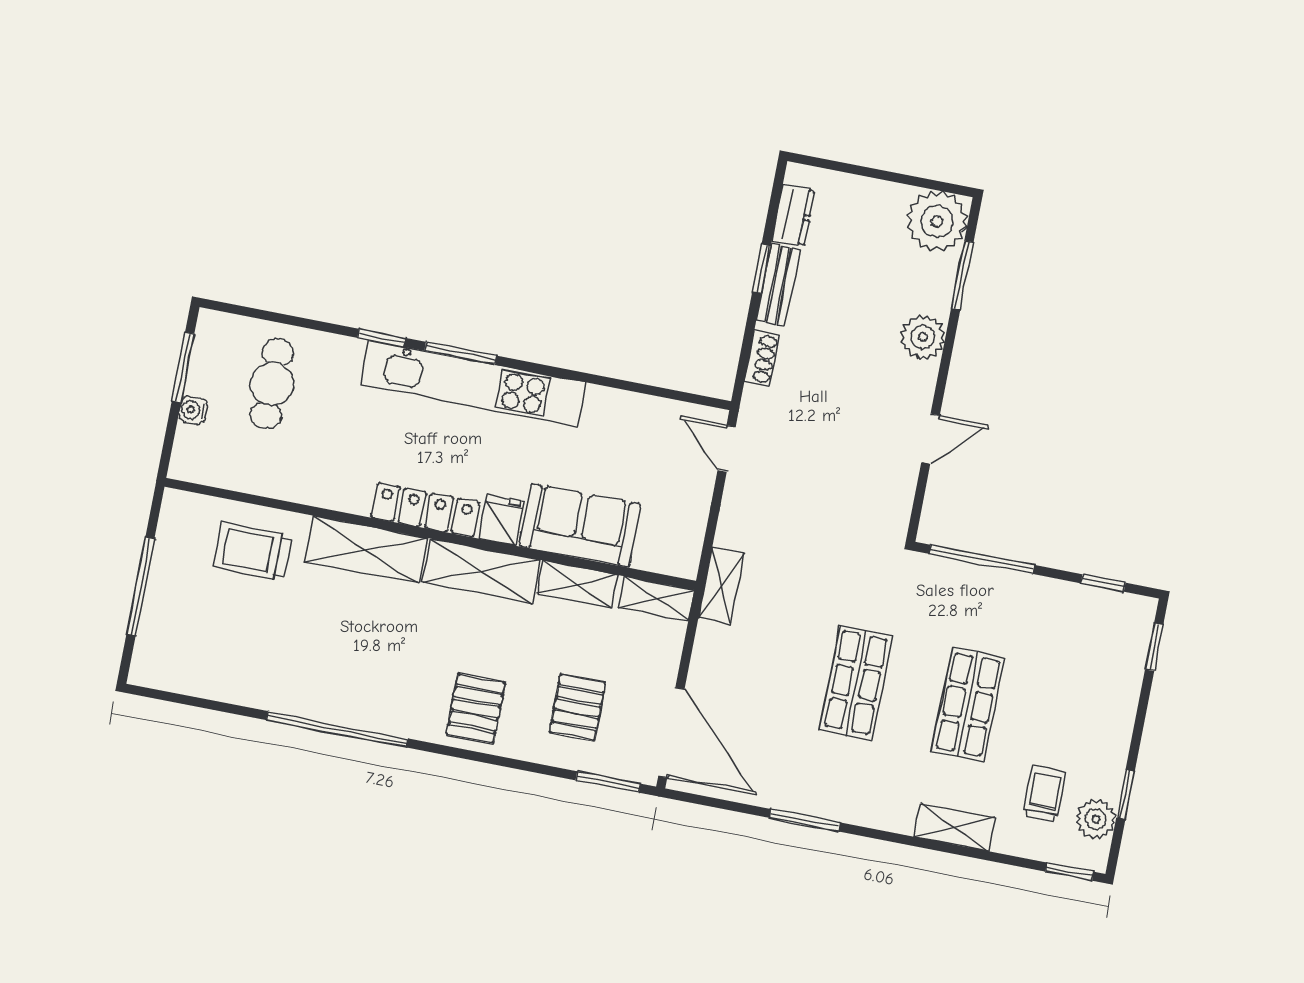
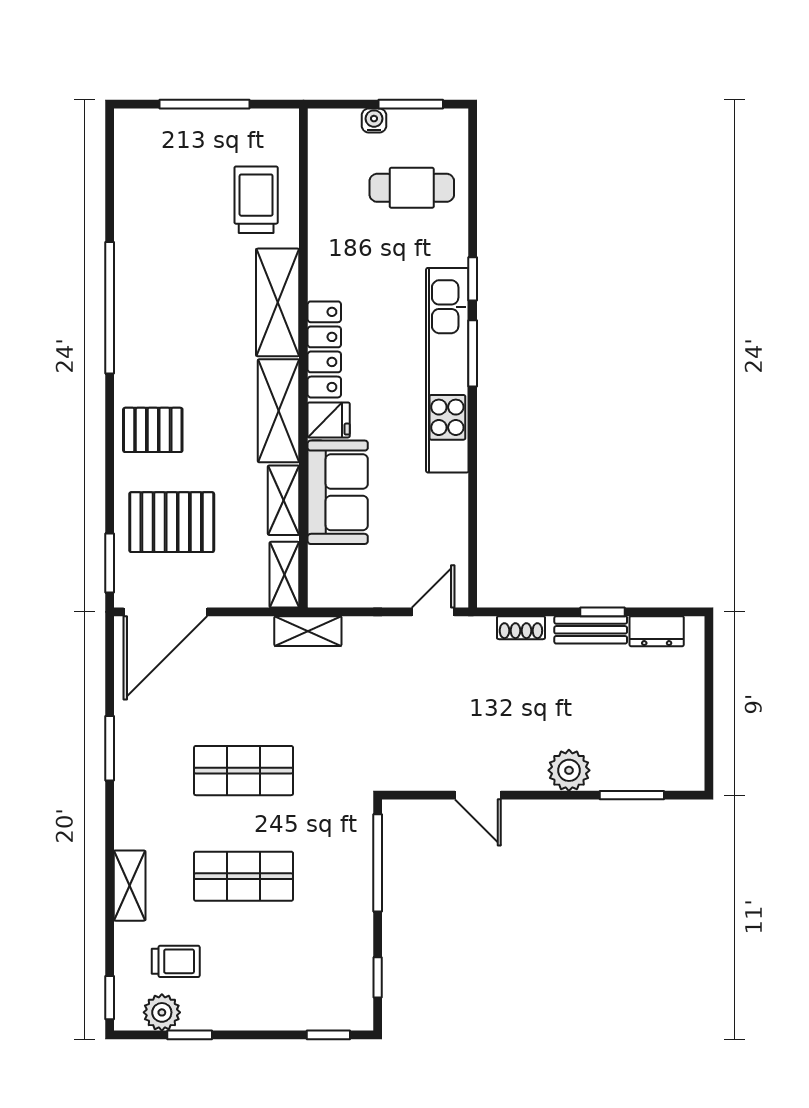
plant: (937, 221) -> (676, 763), removed
pallet: (577, 708) -> (172, 522), width x1.50, depth x1.42

